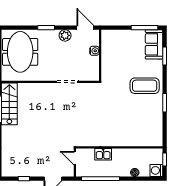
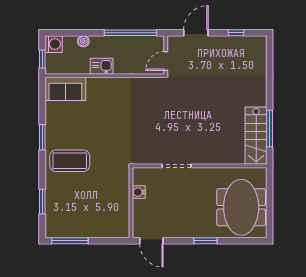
plant: (65, 35) -> (179, 230), removed
sofa: (154, 44) -> (65, 89), moved, turned 90
water cooler: (94, 51) -> (139, 192), moved
kitchen sink: (103, 154) -> (102, 66), moved
door: (75, 158) -> (166, 61), swing flipped

